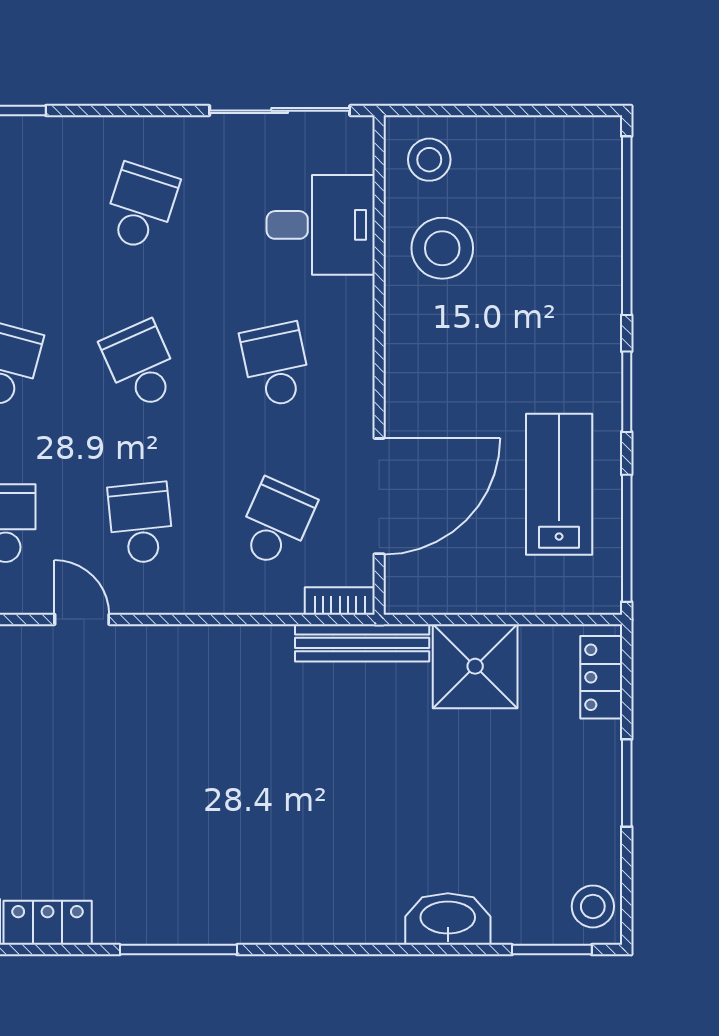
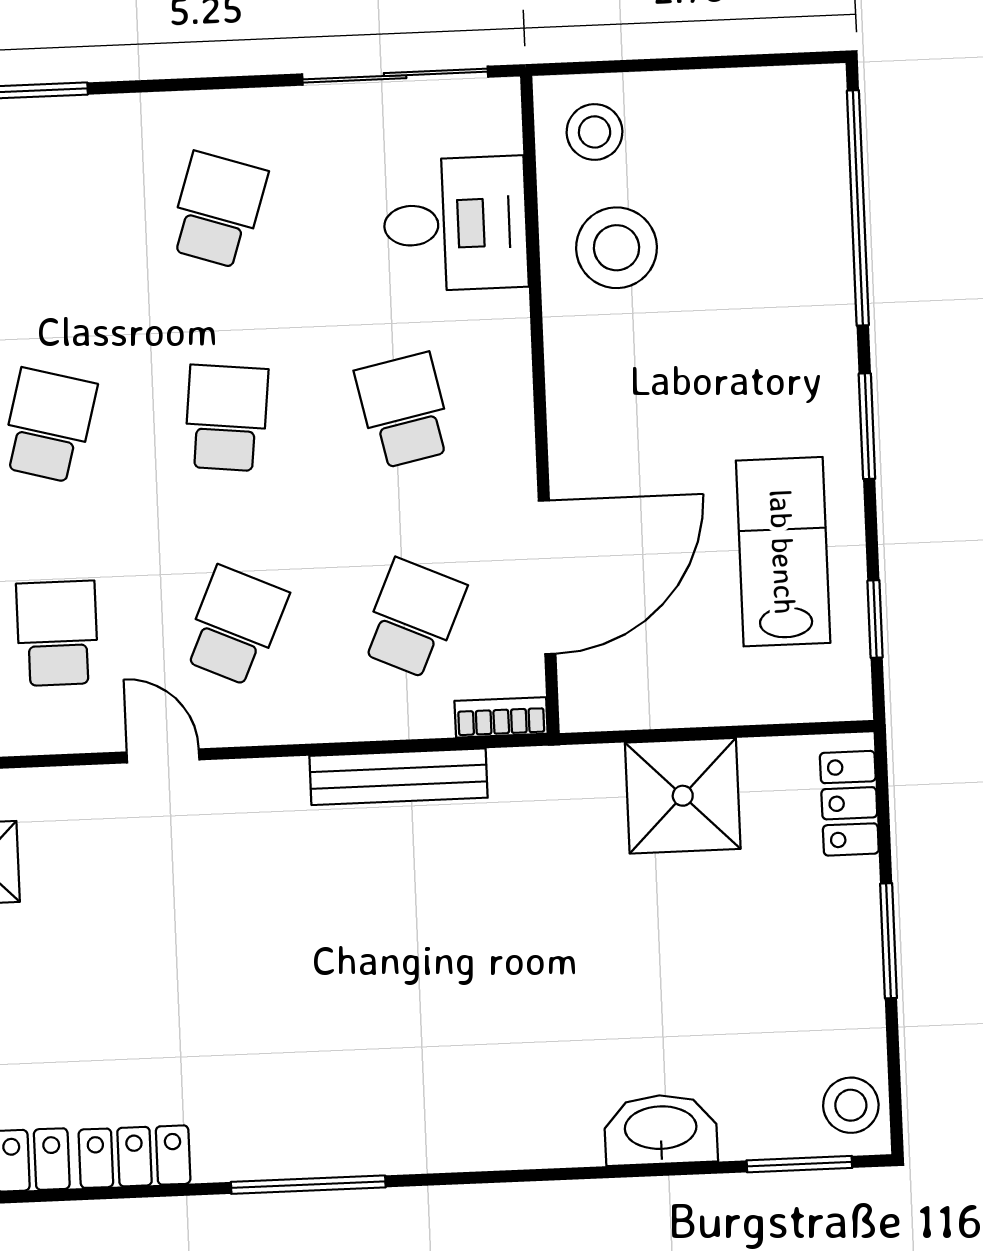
school desk: (141, 365) -> (226, 418), turned 30
school desk: (141, 523) -> (235, 626), turned 30
window: (627, 538) -> (875, 619), width x0.46
bench: (362, 643) -> (398, 777), moved

